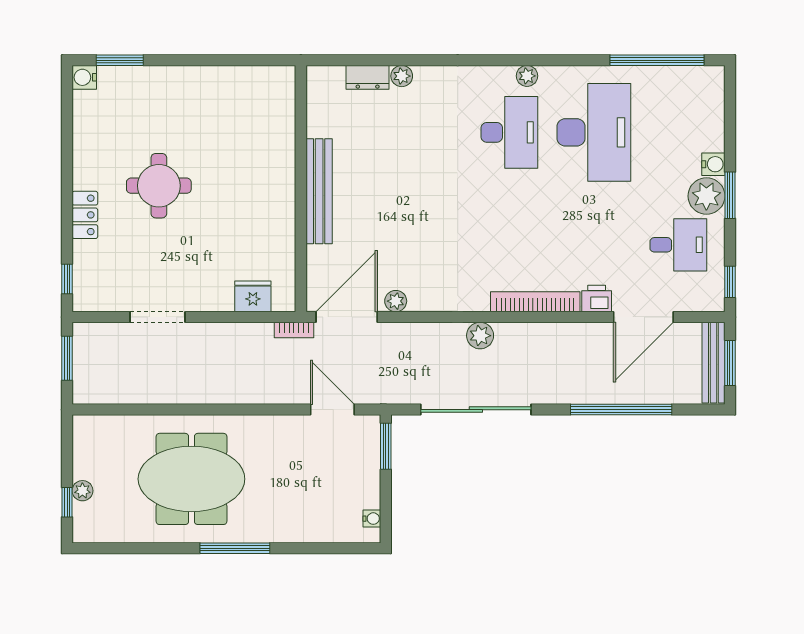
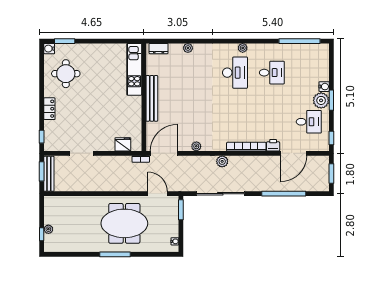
dresser: (368, 77) -> (159, 49), moved
kitchen unit: (279, 125) -> (134, 69), added
desk: (594, 132) -> (272, 73), width x0.53, depth x0.77
round table: (159, 186) -> (66, 74), moved
plant: (396, 301) -> (196, 146), moved
bench: (713, 363) -> (49, 174), moved
meeting table: (191, 479) -> (124, 223), moved

